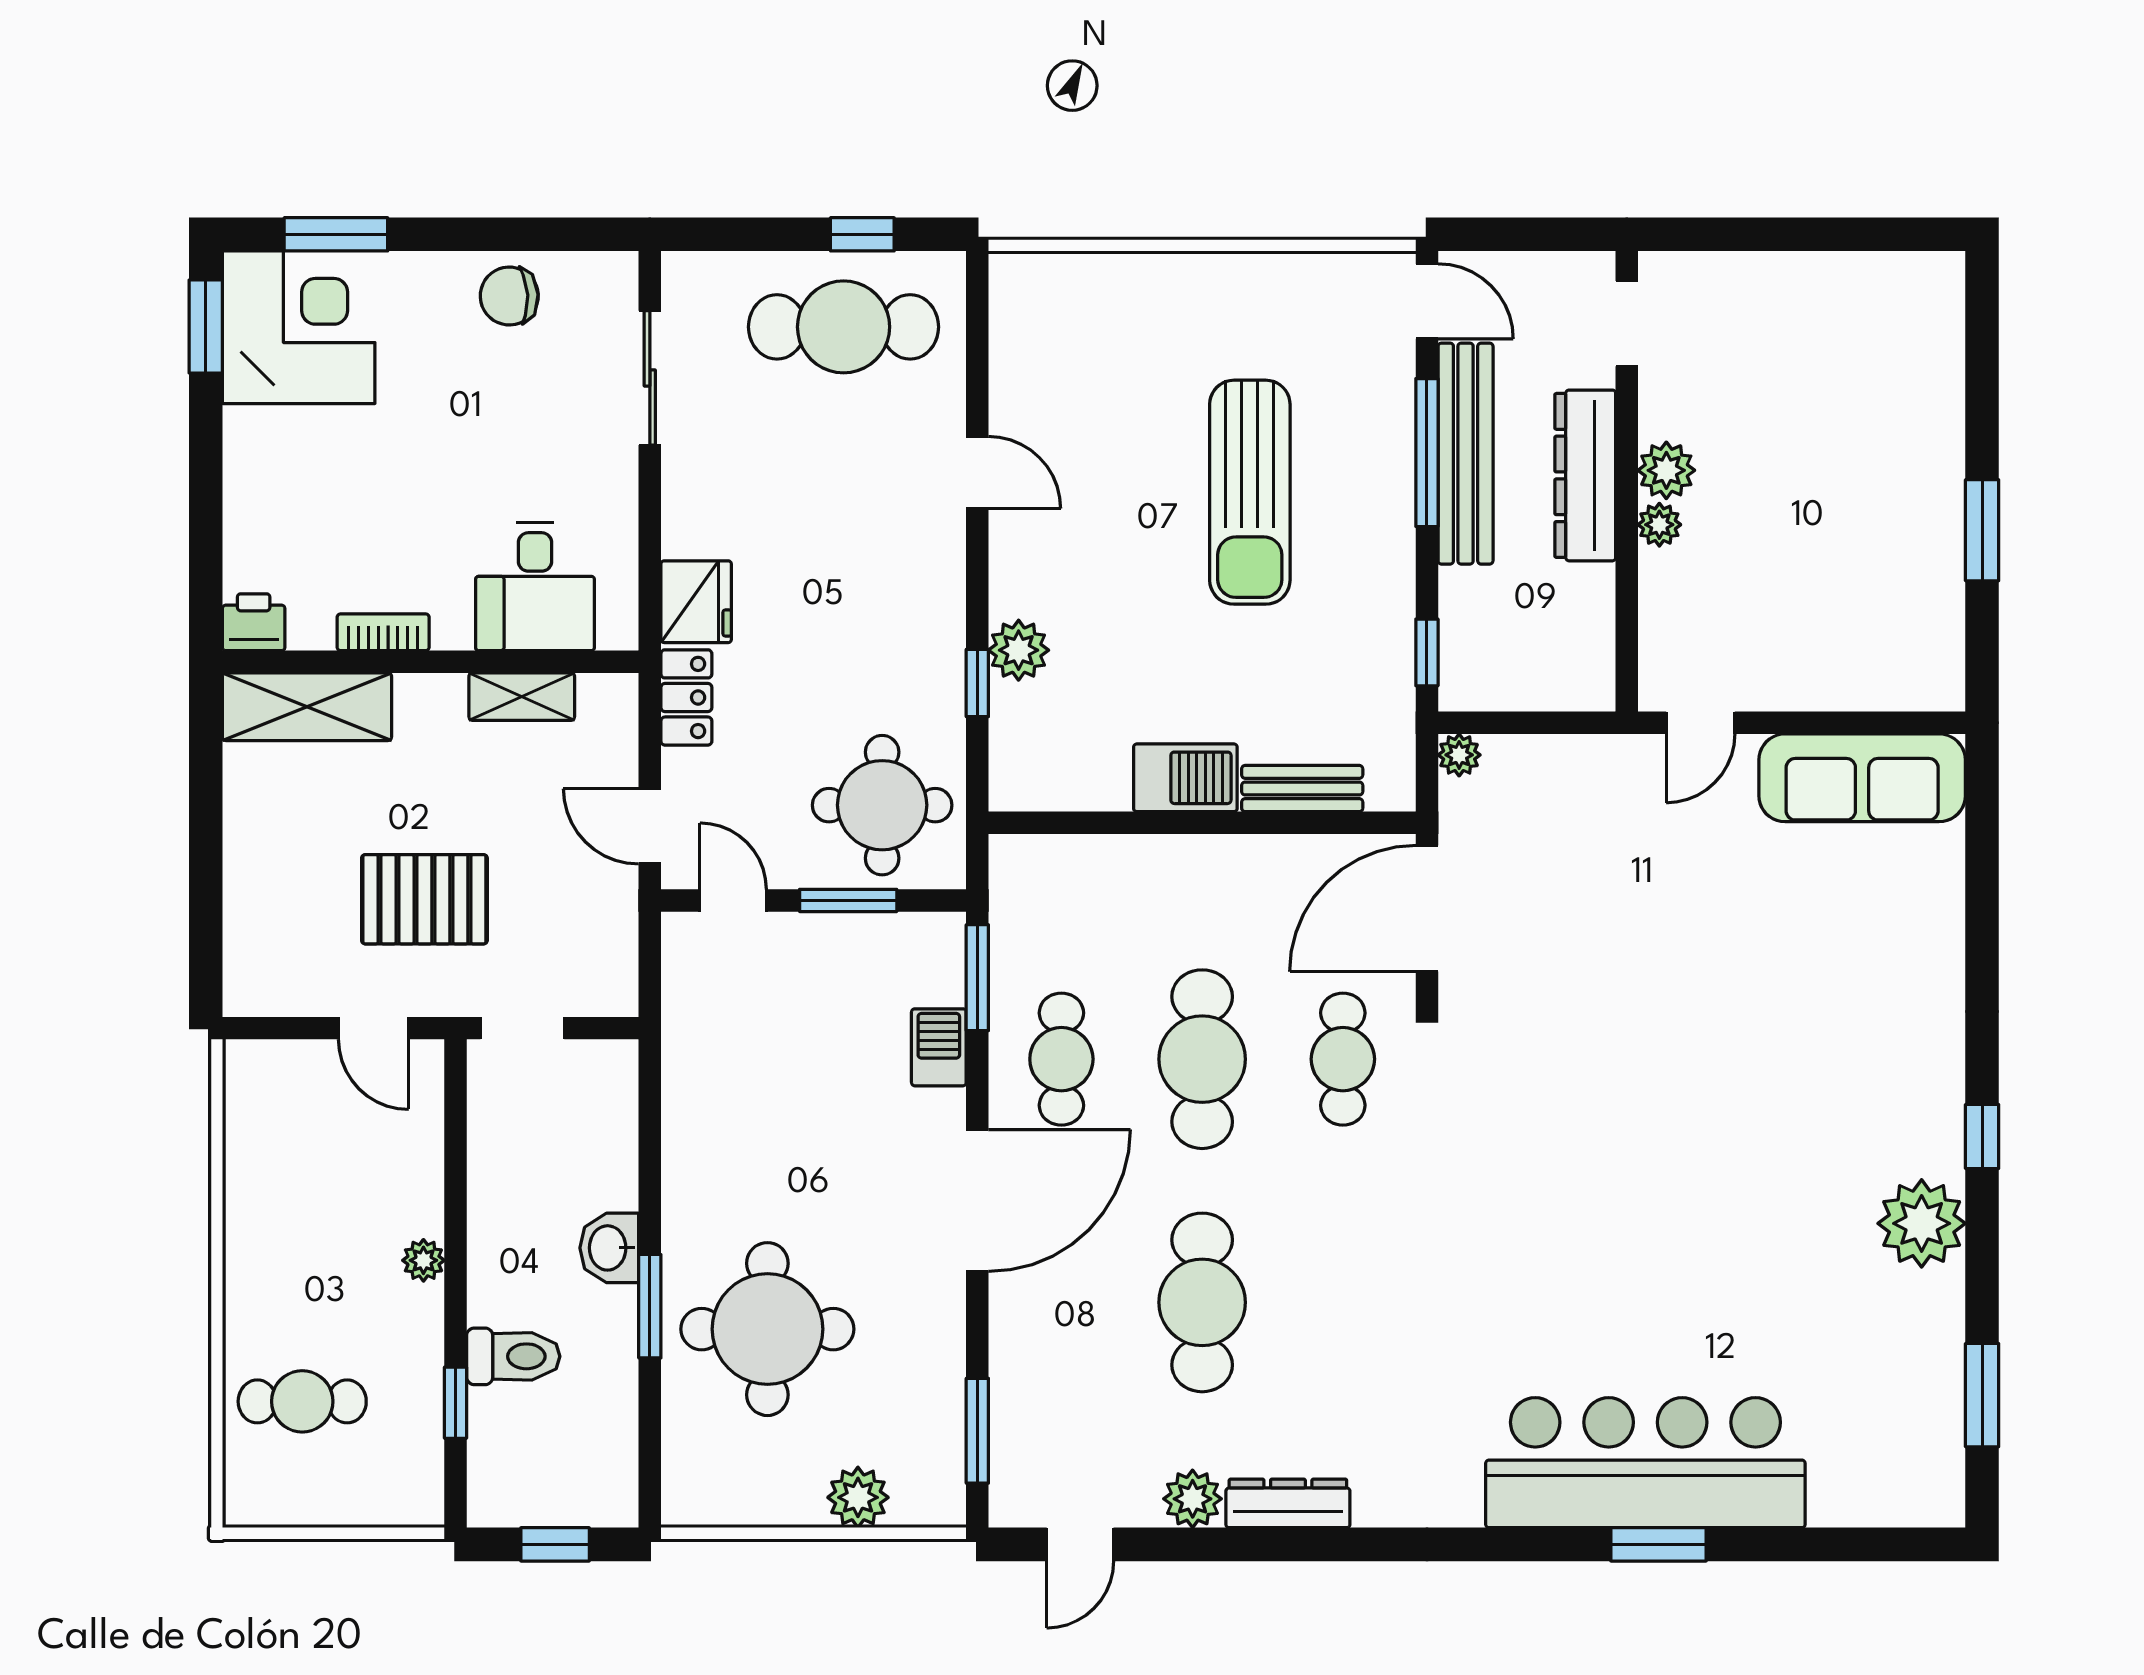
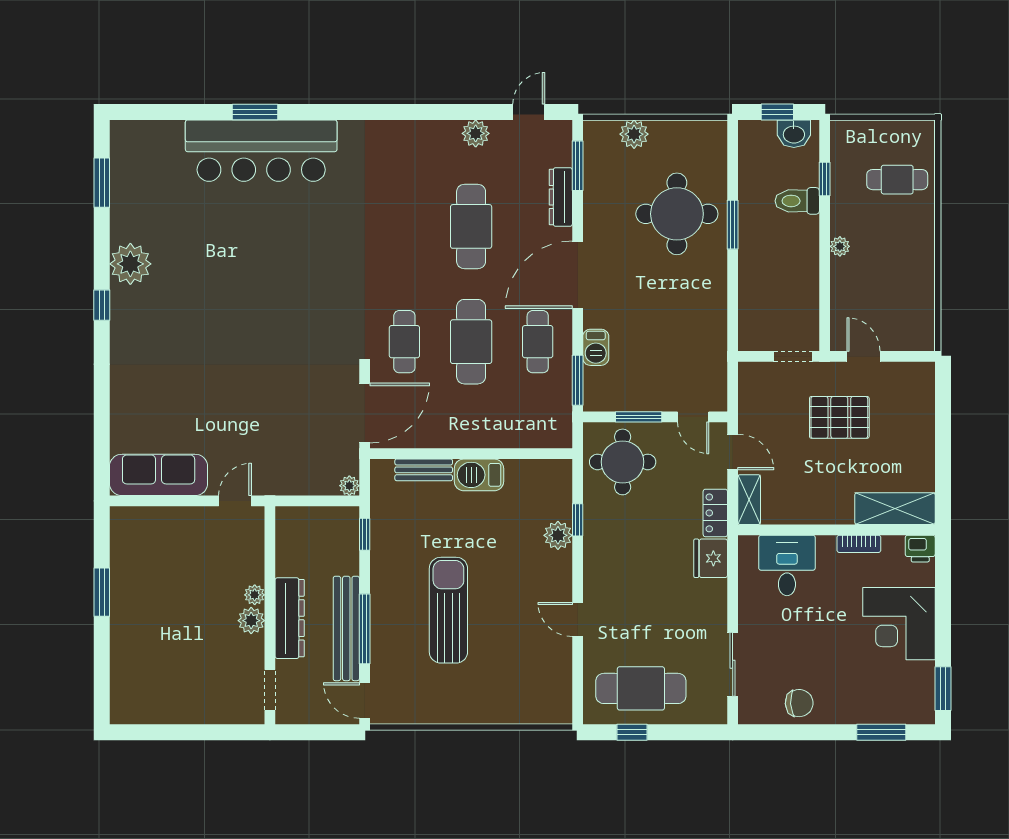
corner desk: (299, 327) -> (899, 624), moved
shelving: (522, 697) -> (749, 500), moved, turned 90
washbasin: (609, 1248) -> (794, 134), moved, turned 90
dresser: (1288, 1503) -> (561, 197), moved, turned 90

